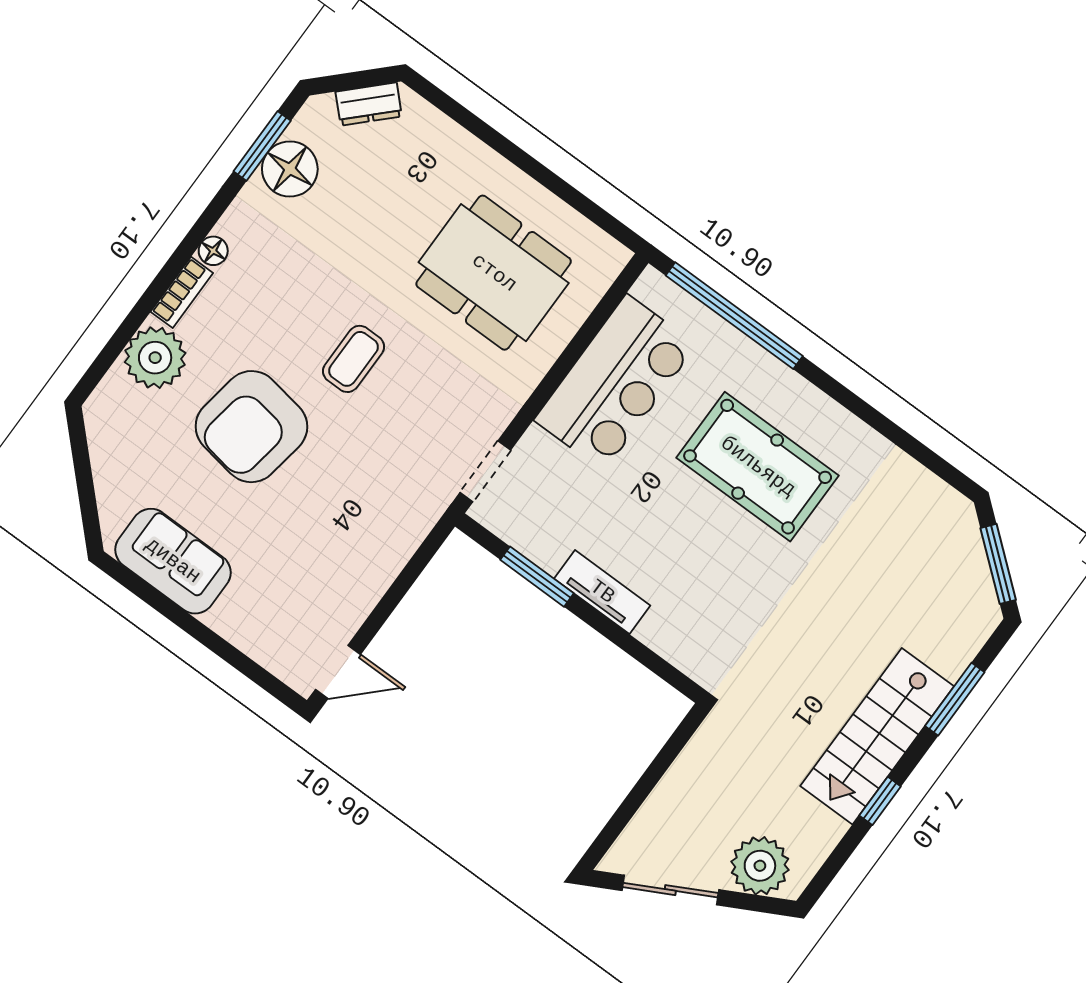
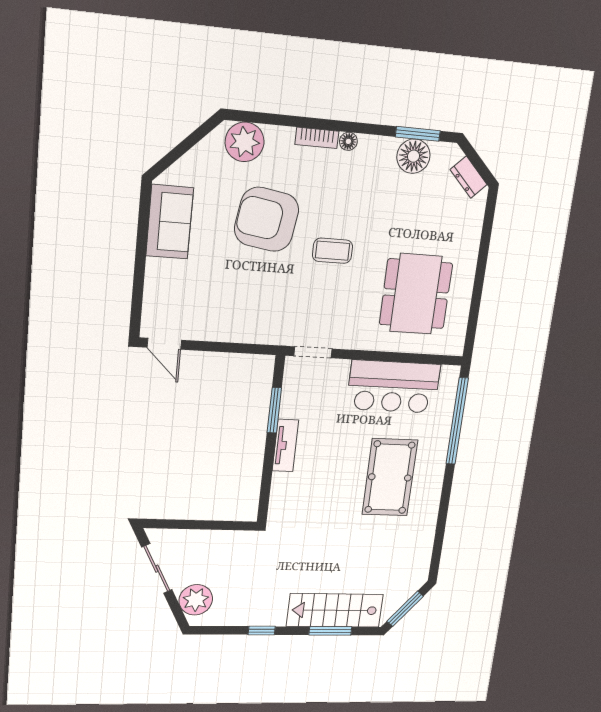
plant: (155, 358) -> (245, 142), moved
stairs: (877, 736) -> (335, 610), moved

